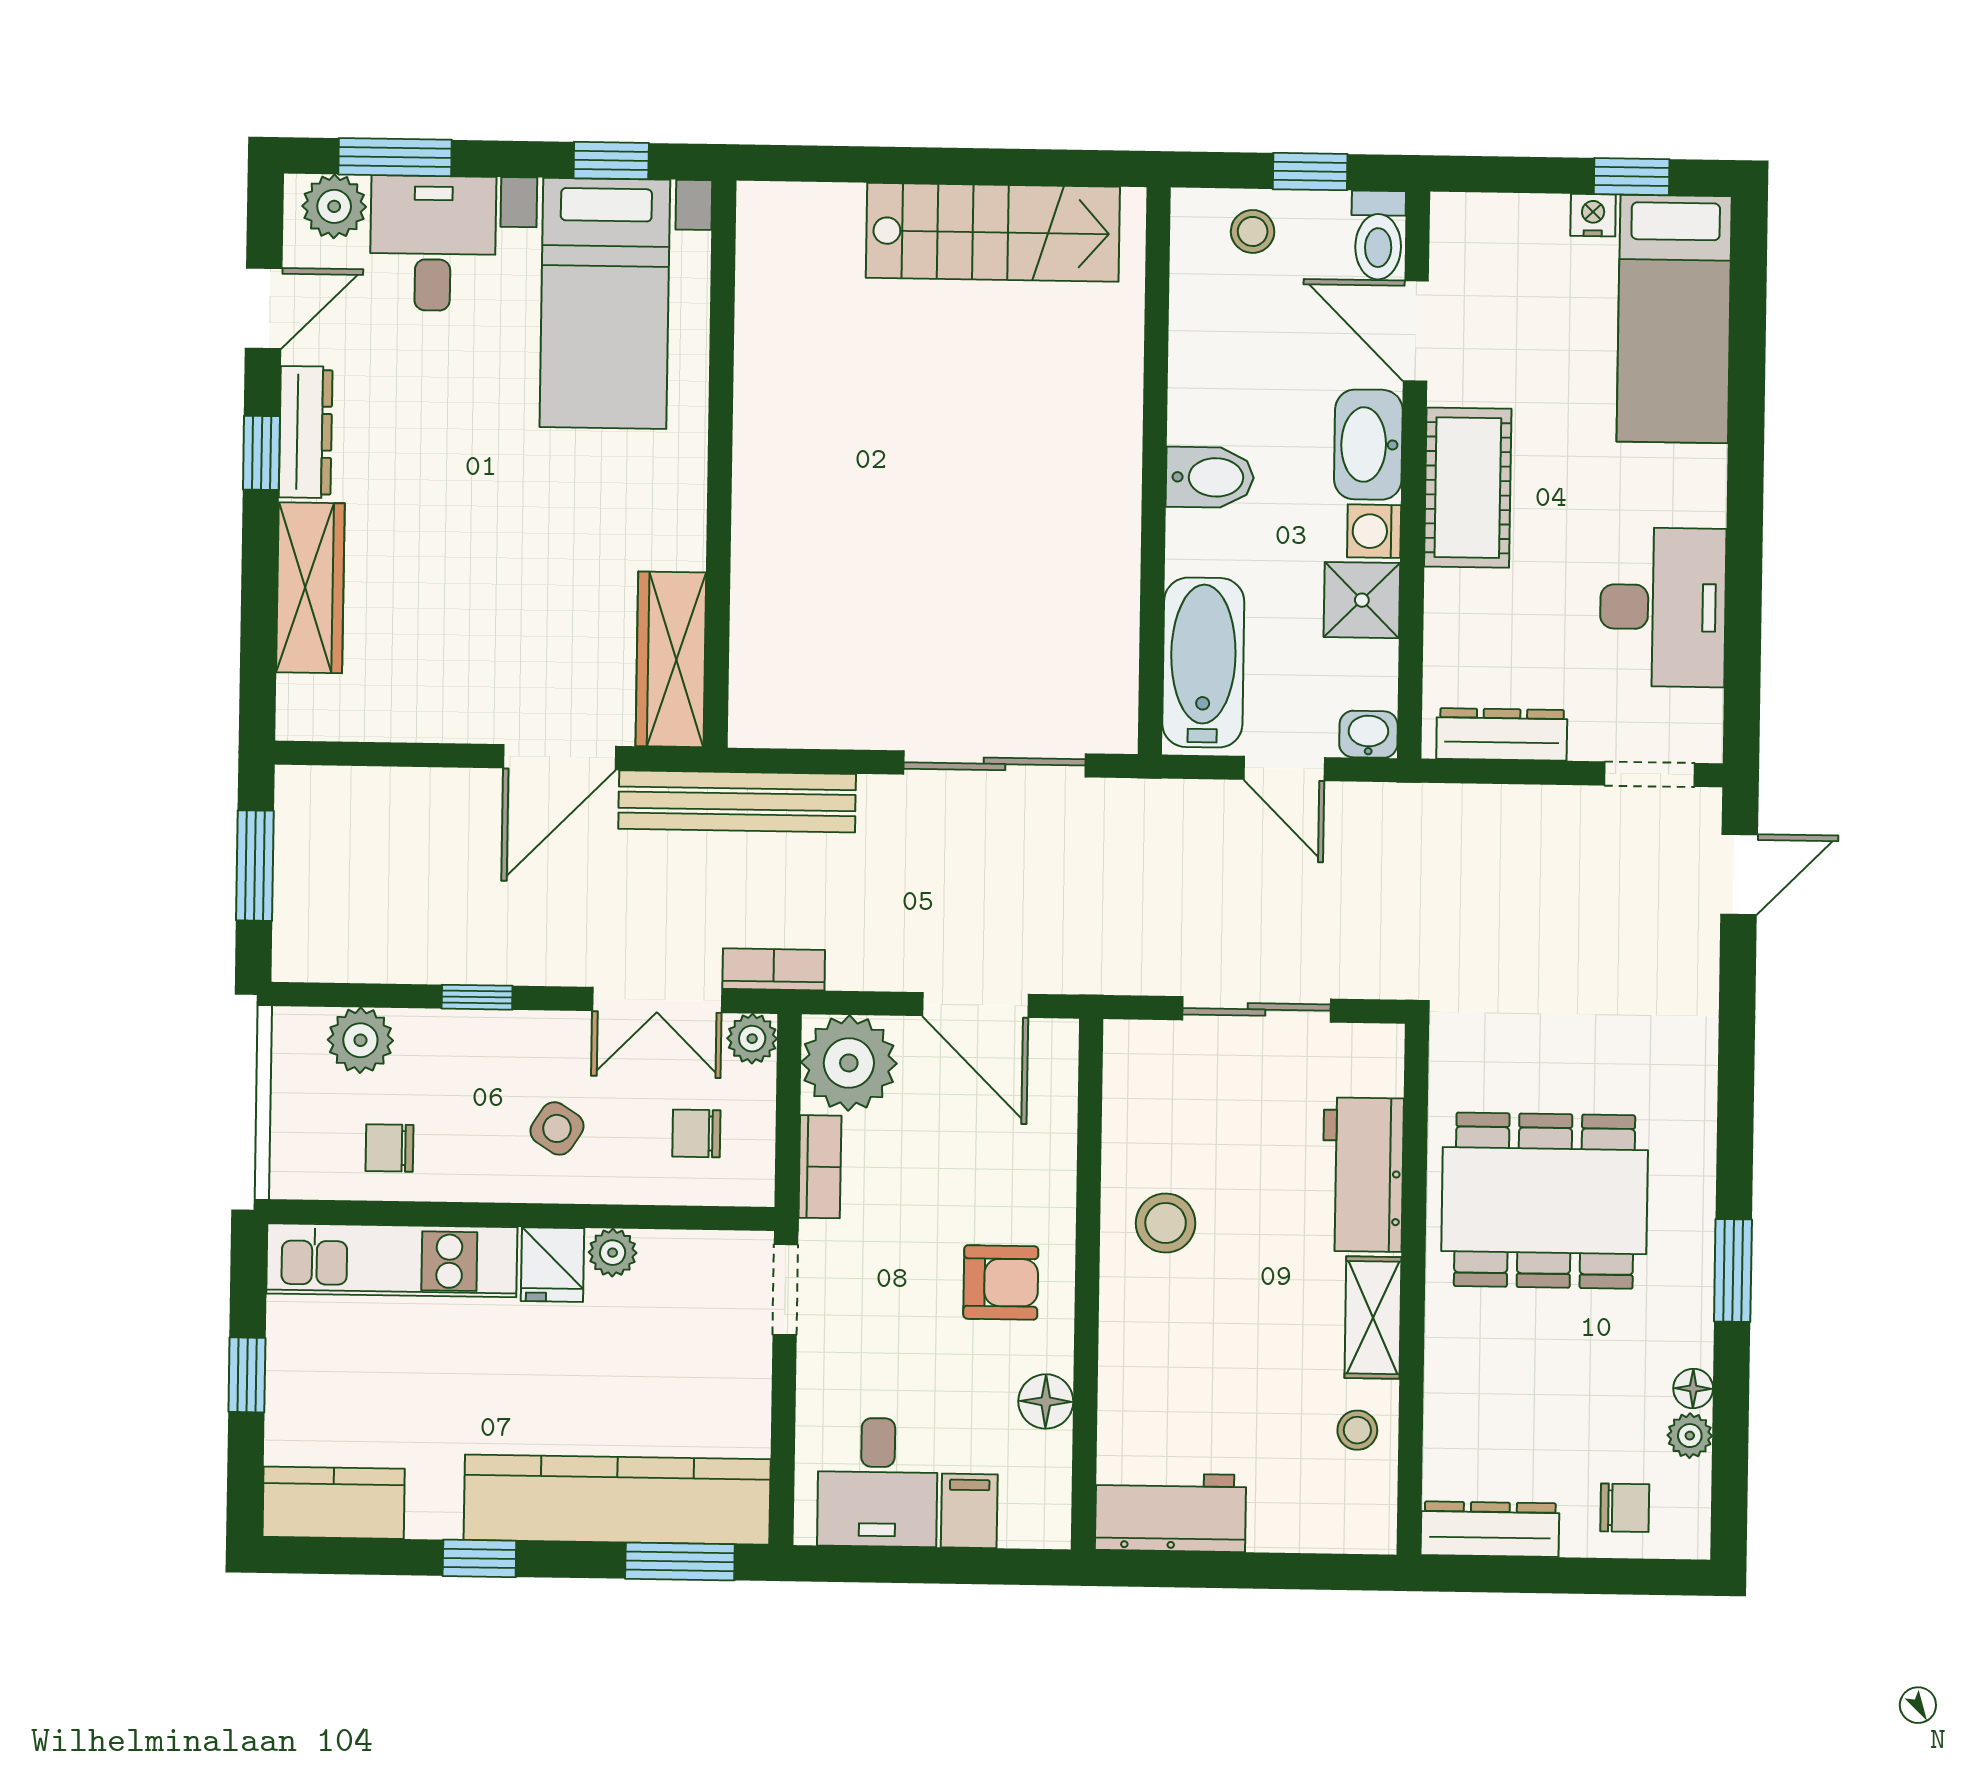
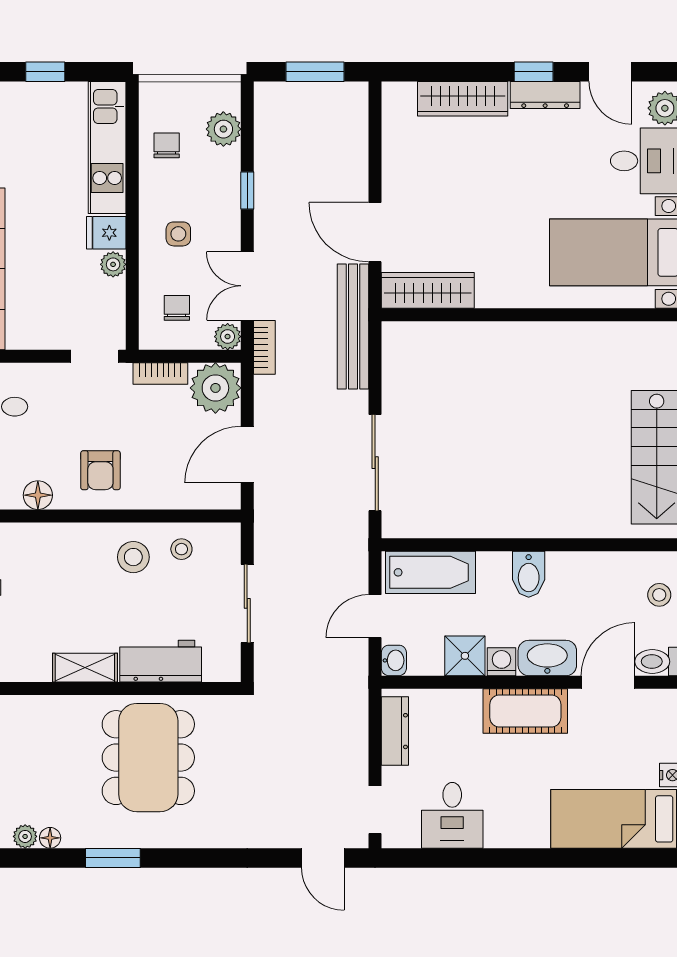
desk: (1663, 607) -> (452, 815), width x0.73
side table: (557, 1128) -> (178, 234), turned -33
stool: (1357, 1430) -> (181, 549), moved

